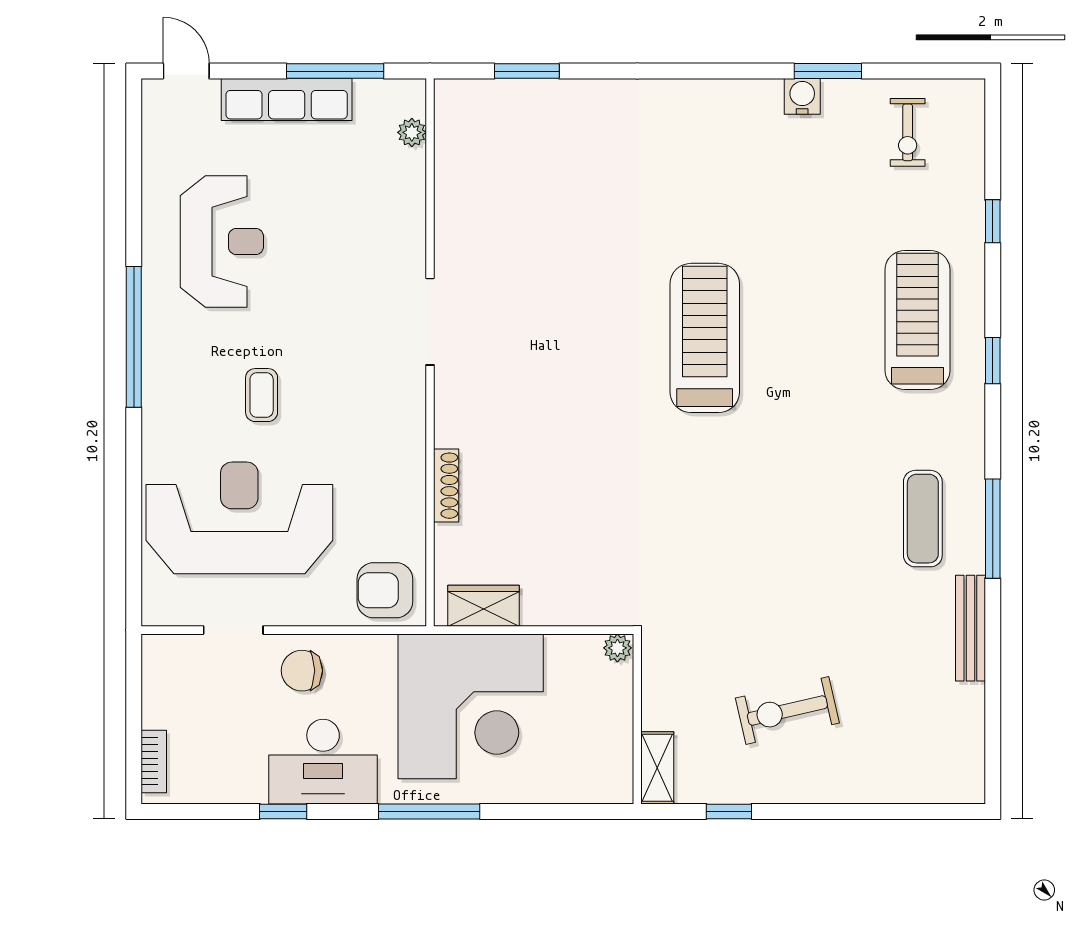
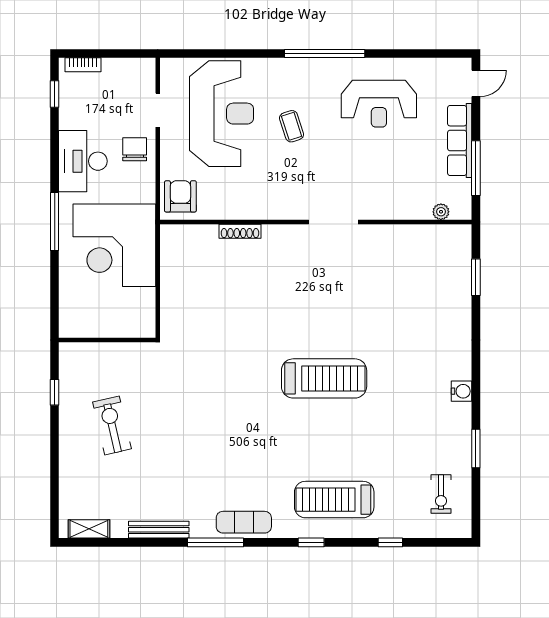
water cooler: (802, 96) -> (461, 391), moved
exercise bike: (908, 132) -> (441, 494), turned -90
treadmill: (917, 320) -> (334, 500), turned 180
coffee table: (262, 395) -> (292, 126), turned 72
exercise mat: (923, 519) -> (244, 522), moved
wardrobe: (483, 606) -> (172, 252), removed
plant: (617, 648) -> (148, 329), removed
shelving: (657, 768) -> (89, 529), moved
window: (283, 811) -> (55, 94), moved

